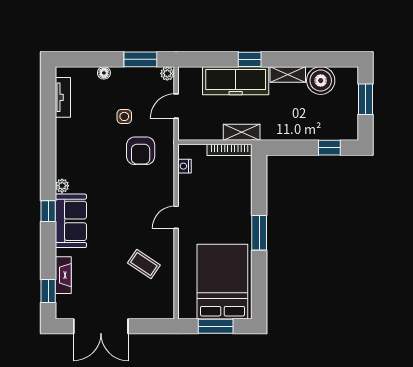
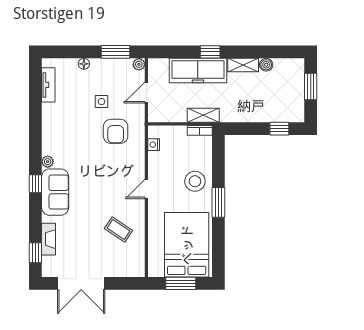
boiler: (321, 81) -> (266, 65), width x0.54, depth x0.54
bookcase: (229, 150) -> (200, 130), width x0.64
stool: (232, 208) -> (195, 181), added

